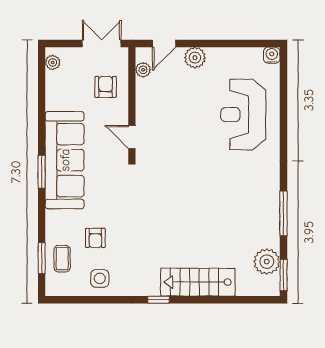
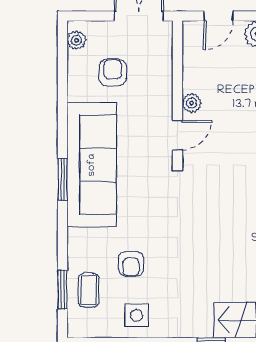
plant: (143, 70) -> (192, 103), moved
armchair: (106, 87) -> (113, 73), moved
door: (132, 137) -> (177, 135), swing flipped

